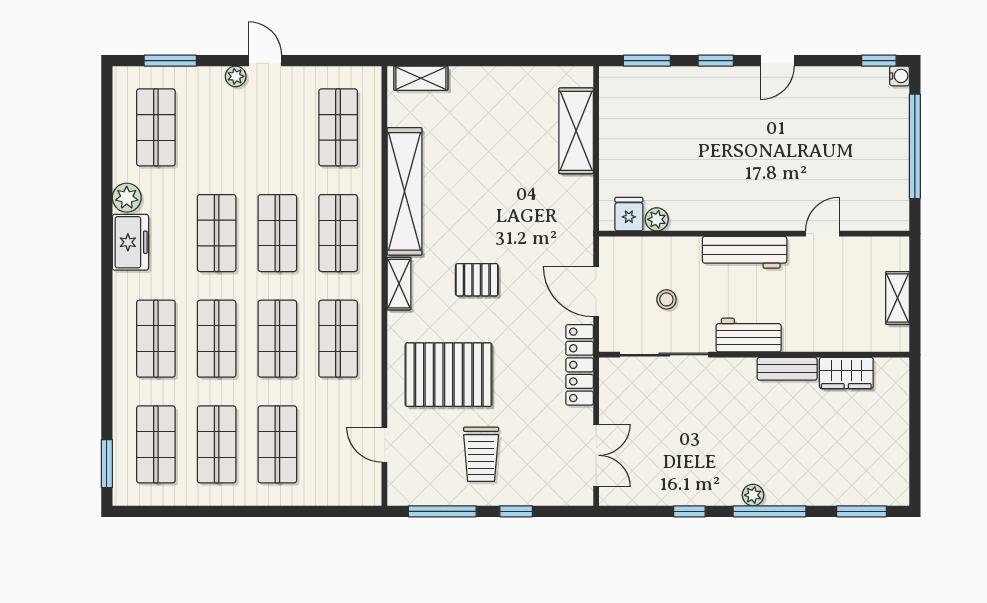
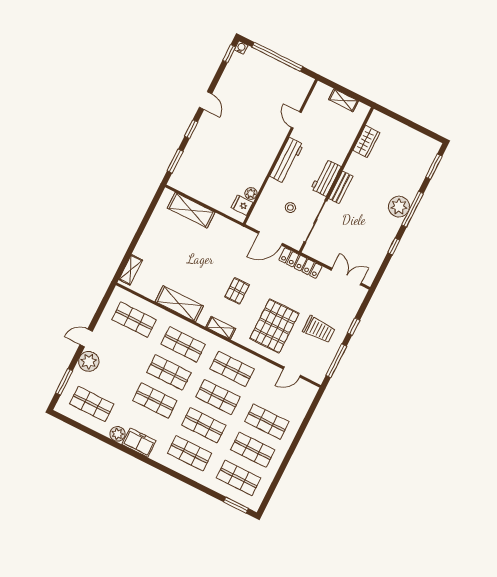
plant: (236, 76) -> (89, 361), width x1.88, depth x1.88
shelving: (405, 191) -> (179, 304), width x0.68
bench: (787, 369) -> (341, 187), moved
plant: (753, 495) -> (399, 207), width x1.88, depth x1.88

